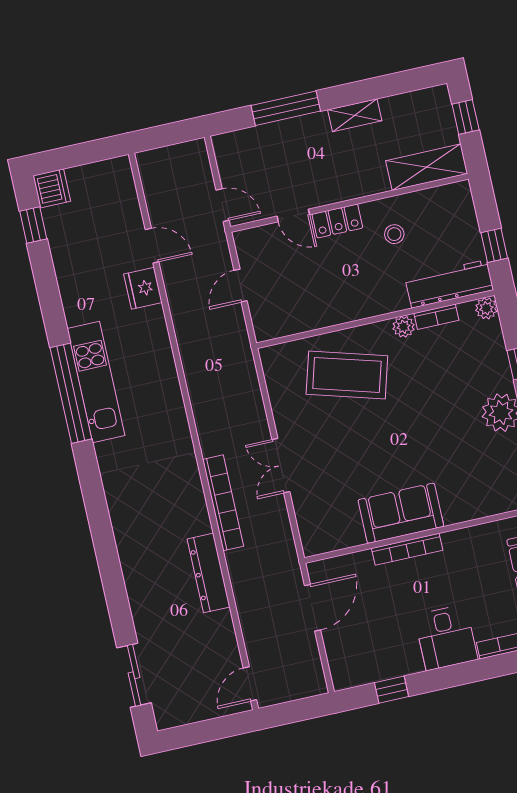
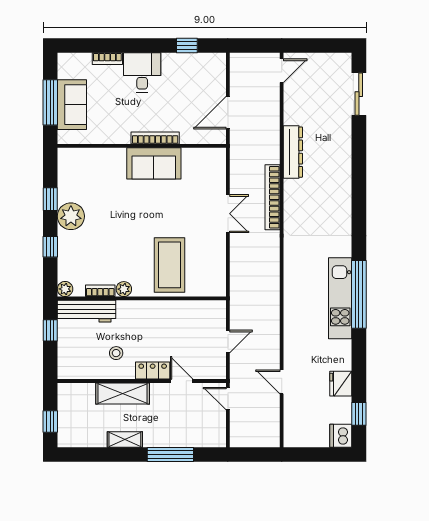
shelving: (427, 167) -> (123, 393), moved
fridge: (143, 288) -> (341, 384), moved, turned 180
coffee table: (347, 375) -> (169, 265), turned 74

